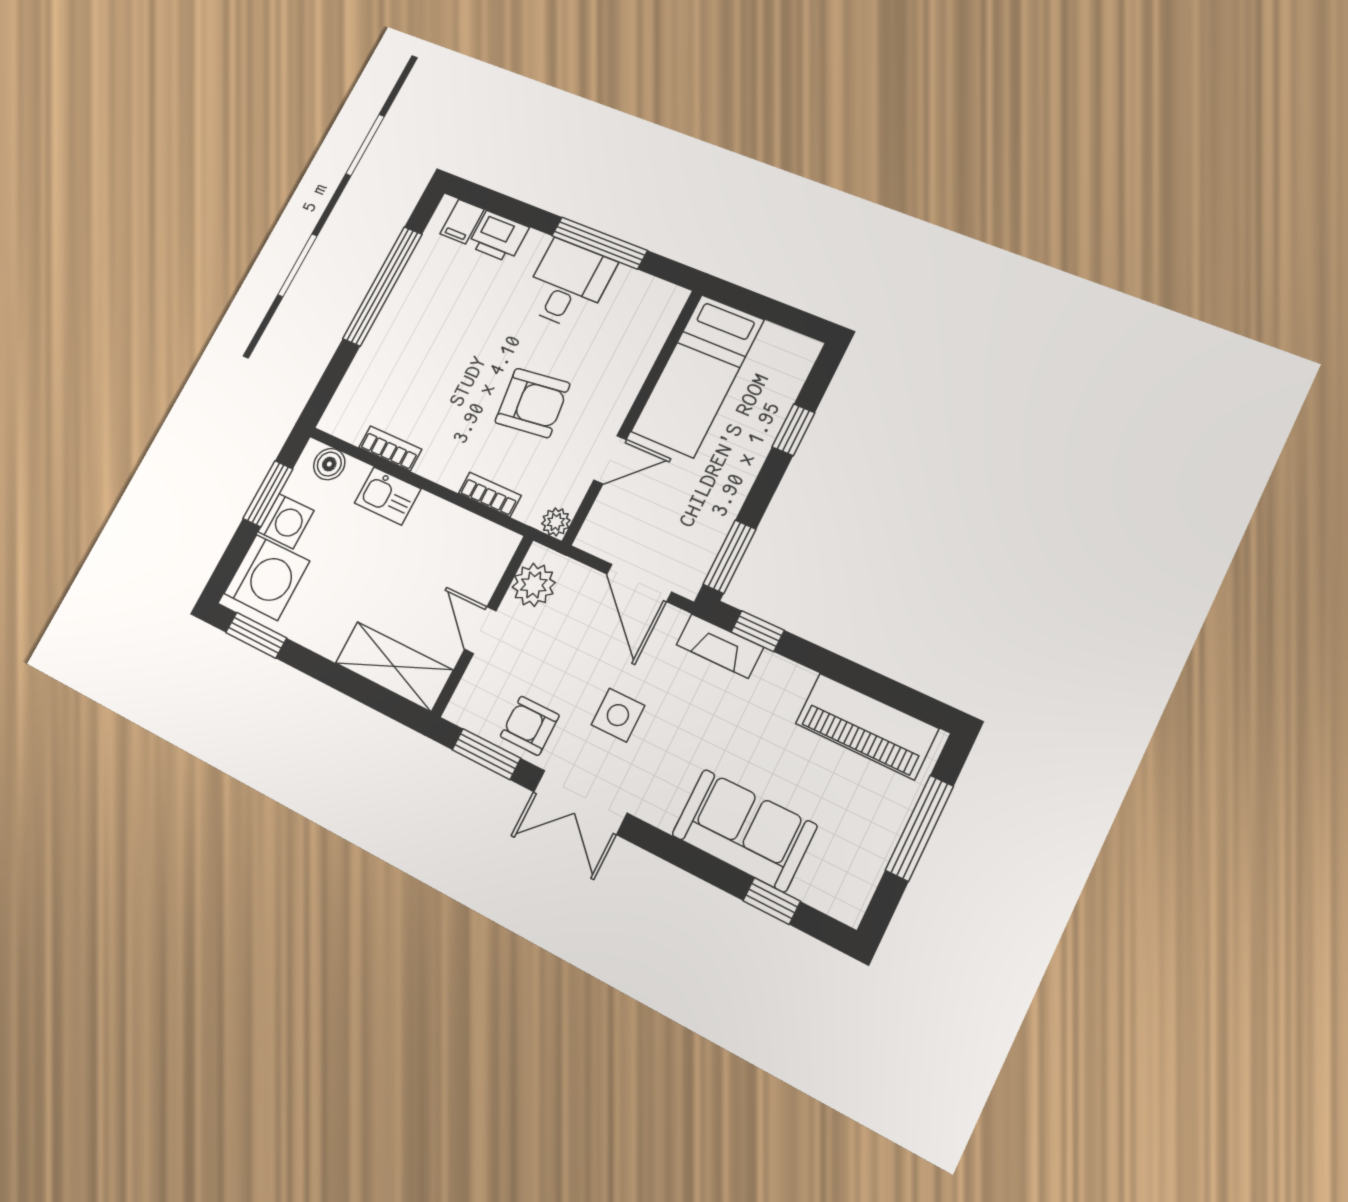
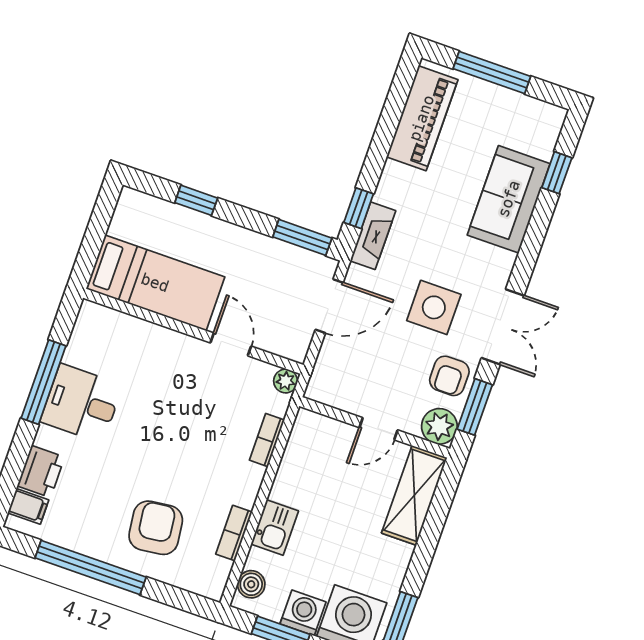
armchair: (532, 403) -> (156, 528), moved
plant: (534, 585) -> (439, 426), moved
side table: (618, 715) -> (434, 307), width x1.37, depth x1.37

